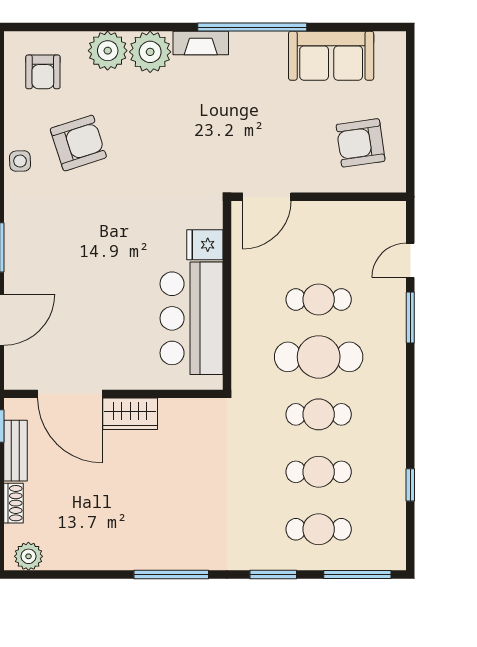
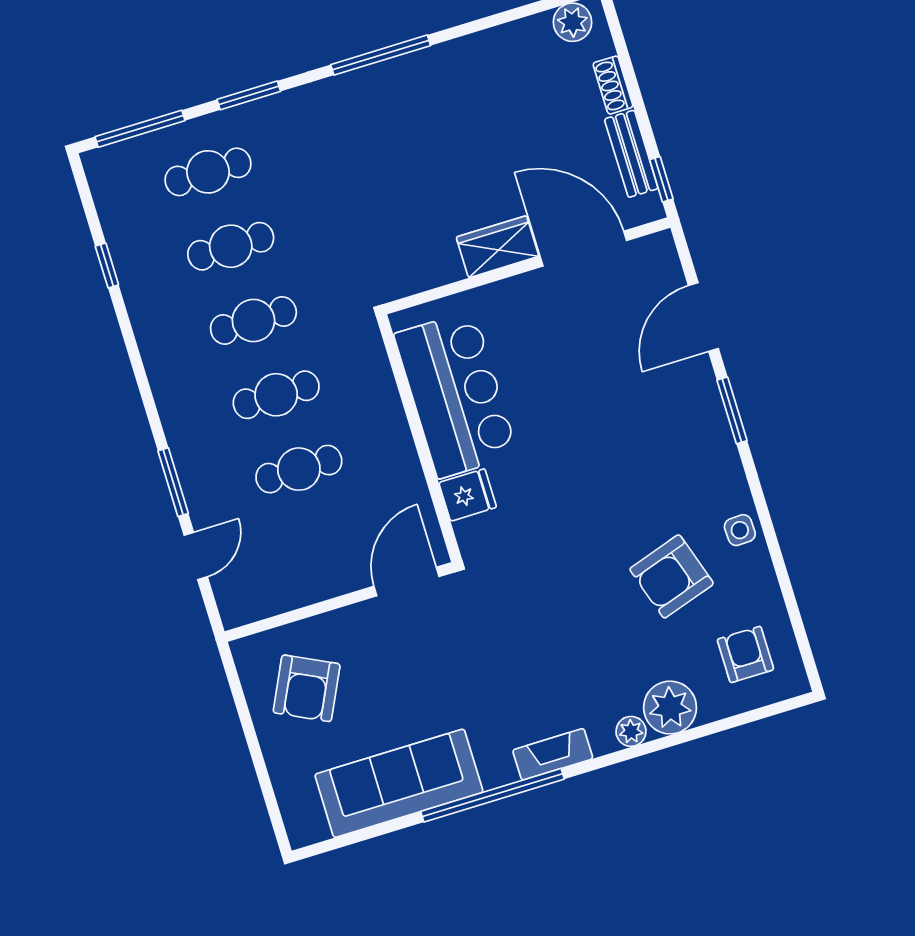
plant: (150, 52) -> (631, 731), width x0.53, depth x0.53
sofa: (331, 56) -> (399, 783), width x1.36
armchair: (361, 143) -> (307, 688), turned 124
cafe table: (319, 357) -> (276, 395), width x0.73, depth x0.74

